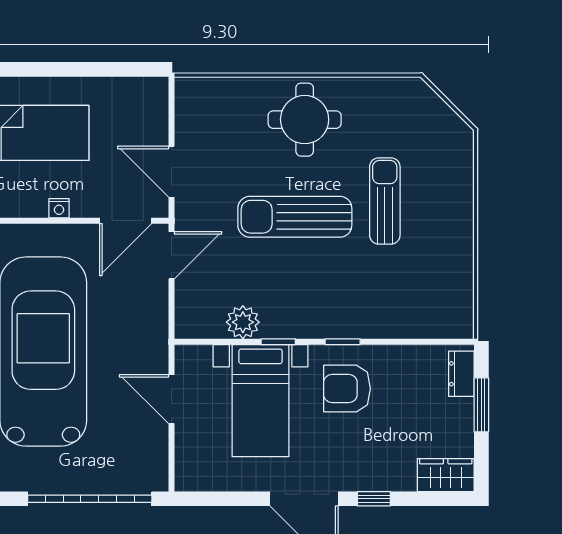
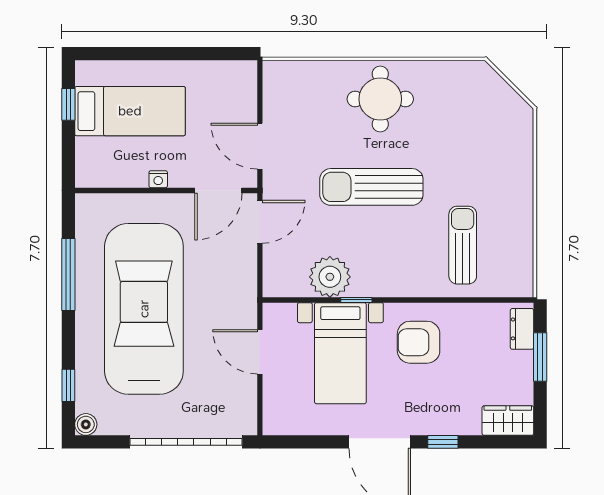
sun lounger: (385, 201) -> (463, 245), moved
plant: (243, 322) -> (330, 277), width x1.36, depth x1.36
window: (343, 342) -> (415, 300), removed

